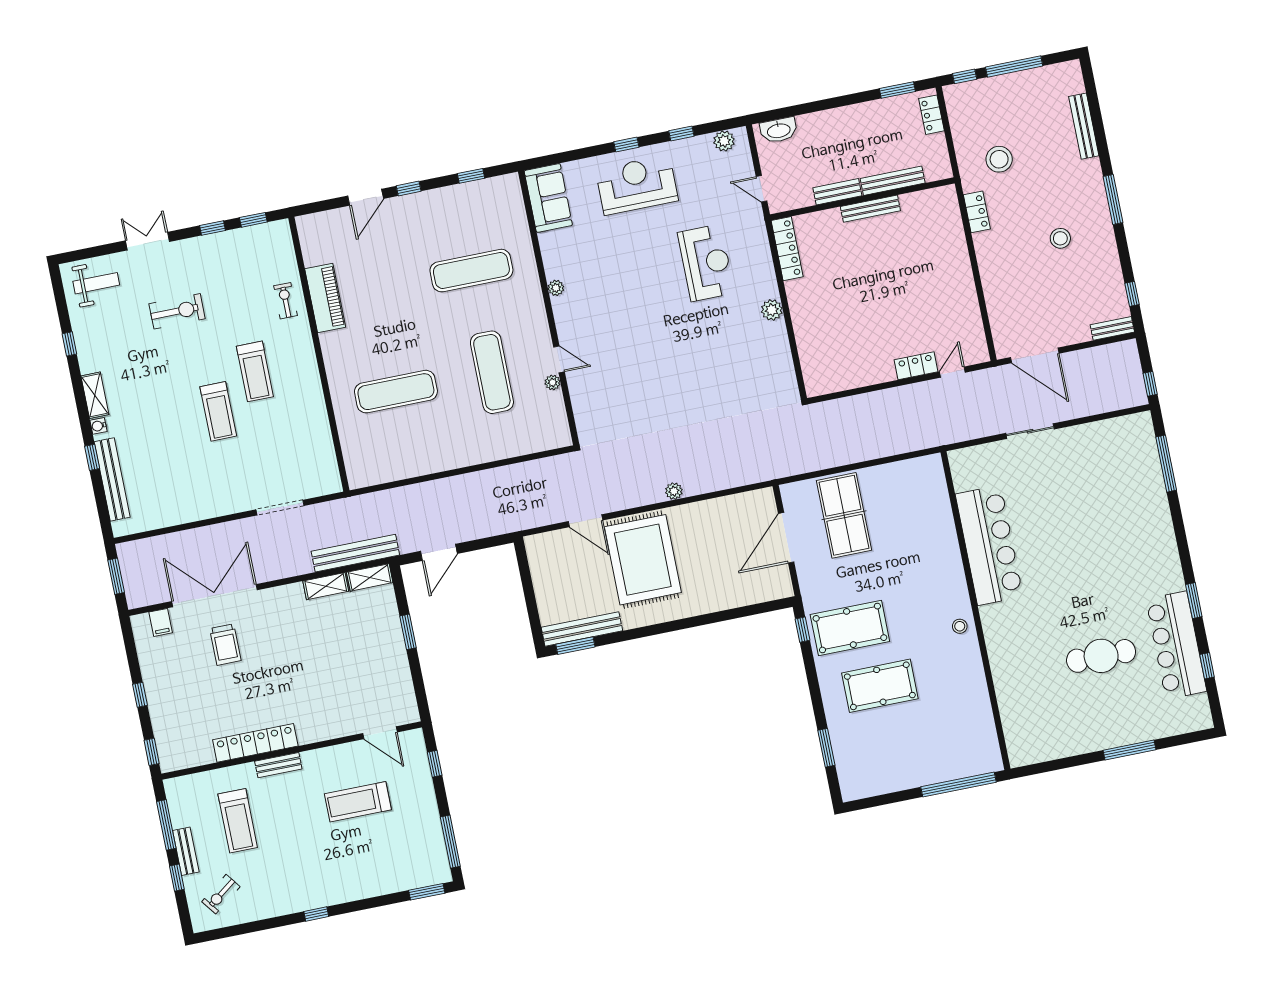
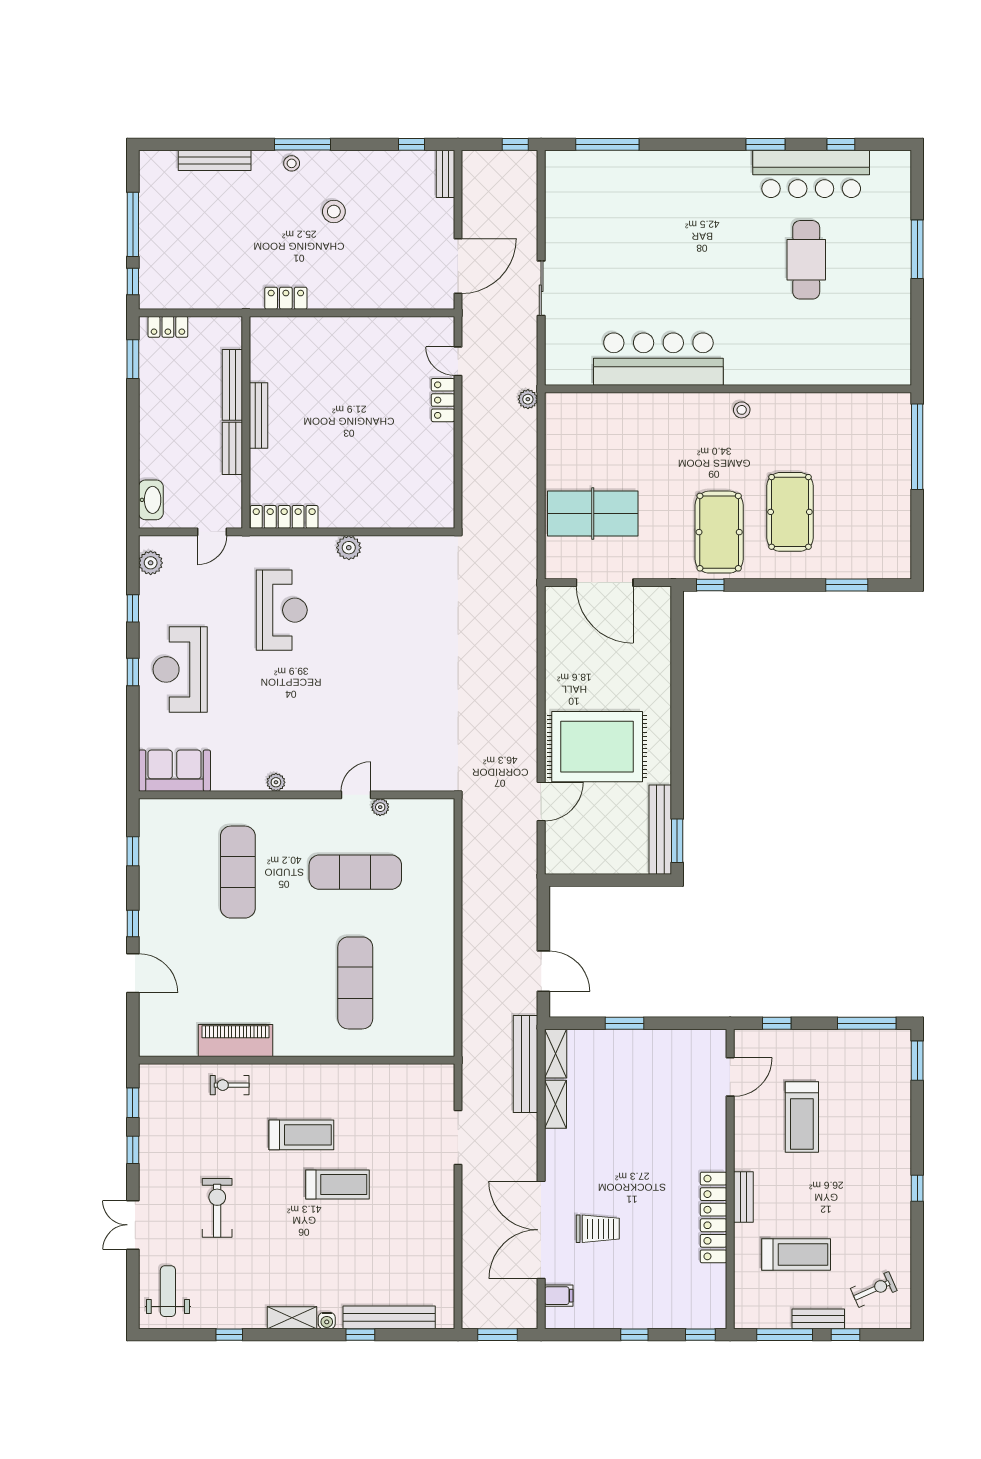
stool: (999, 159) -> (292, 163), moved, width x0.53, depth x0.53
reception desk: (706, 263) -> (282, 610), turned 90
plant: (674, 491) -> (528, 399), moved
exercise bike: (221, 894) -> (874, 1289), turned -77

